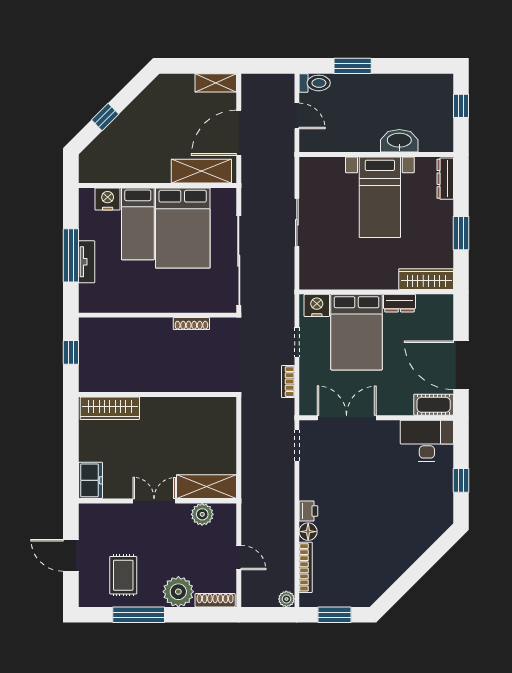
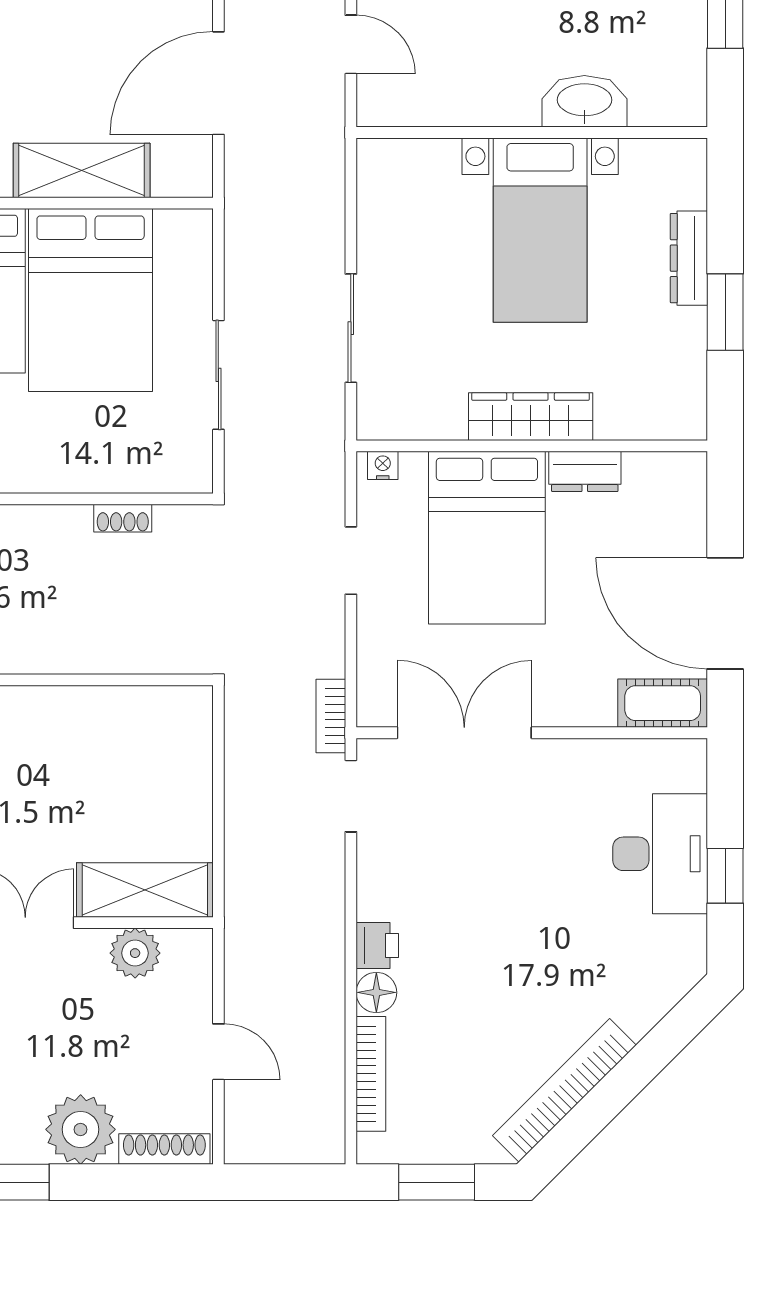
shelving: (201, 171) -> (82, 171), moved
dresser: (445, 179) -> (689, 258), moved
sliding door: (297, 222) -> (351, 328), moved
sliding door: (239, 261) -> (218, 375), width x0.54
wardrobe: (426, 279) -> (531, 417), moved
nightstand: (317, 305) -> (383, 465), width x0.53, depth x0.56
shoe rack: (191, 324) -> (123, 518), width x0.70
bookcase: (288, 382) -> (331, 716), moved
desk: (427, 441) -> (660, 854), moved, turned 90
bookcase: (391, 575) -> (564, 1090), added
plant: (286, 599) -> (327, 1146), removed

